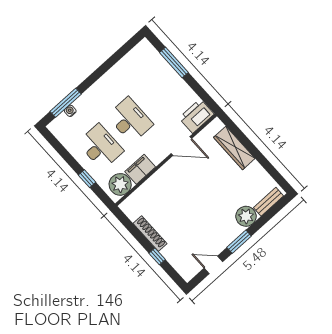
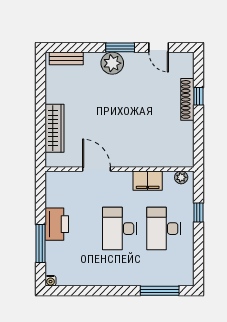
water cooler: (70, 111) -> (51, 281), moved
printer: (196, 116) -> (57, 224), moved, turned -90
plant: (120, 184) -> (181, 177), width x0.53, depth x0.53
plant: (246, 216) -> (112, 63), moved
shoe rack: (150, 234) -> (187, 99), moved

